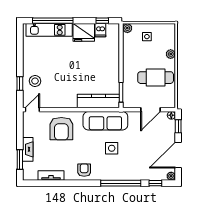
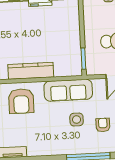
kitchen counter: (98, 101) -> (31, 71), moved
armchair: (84, 170) -> (103, 125), moved

